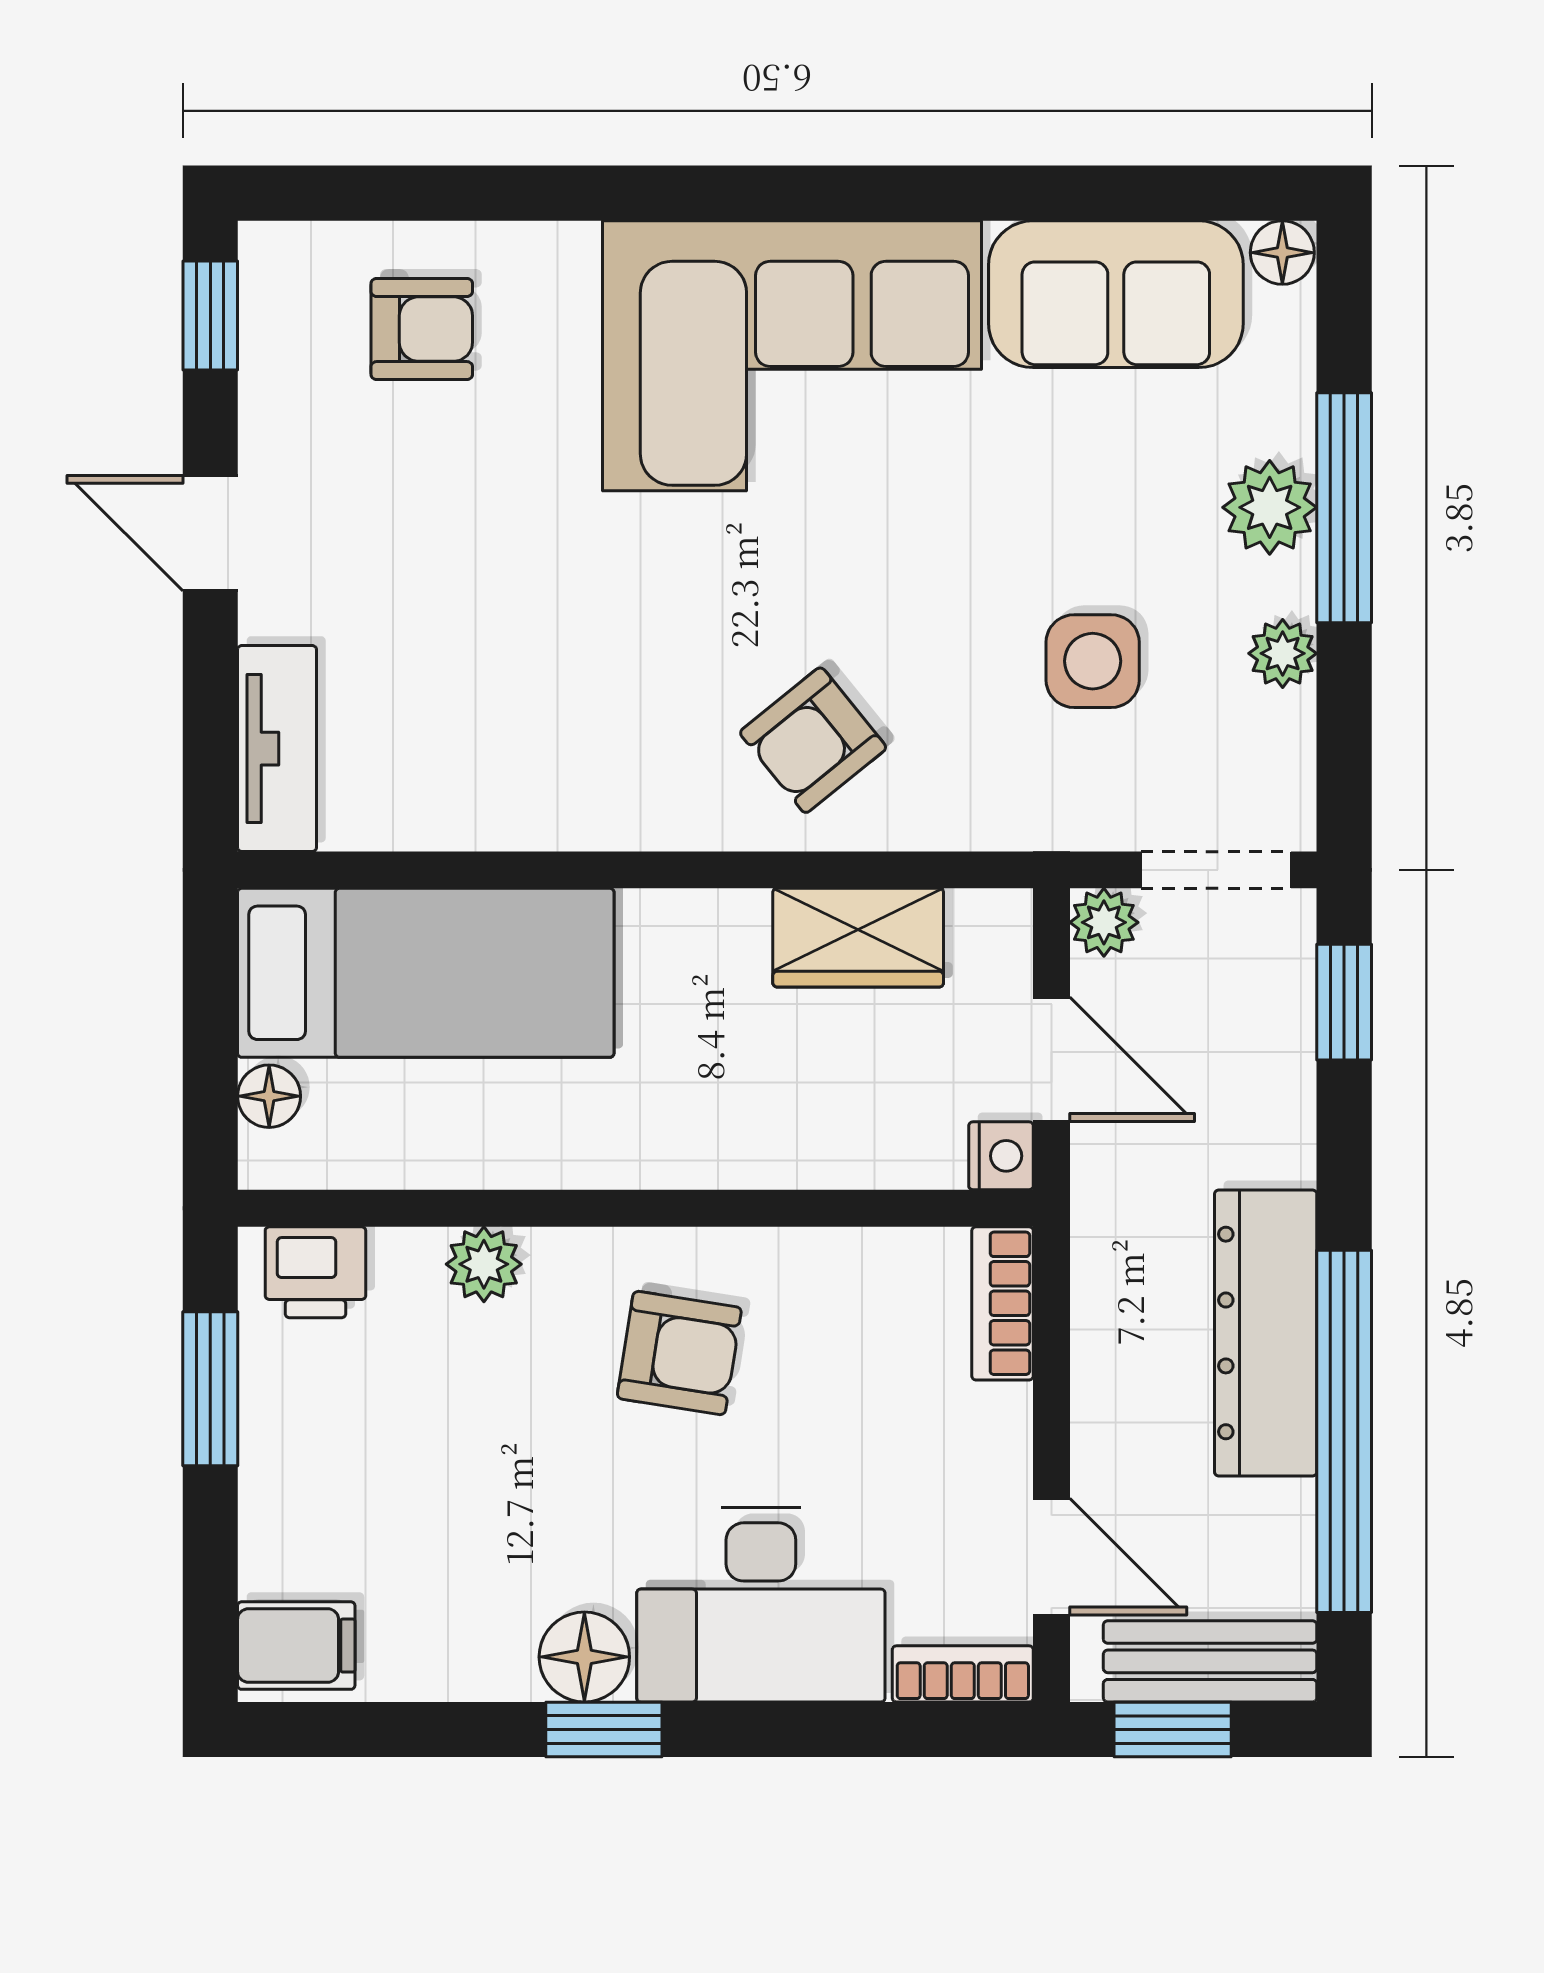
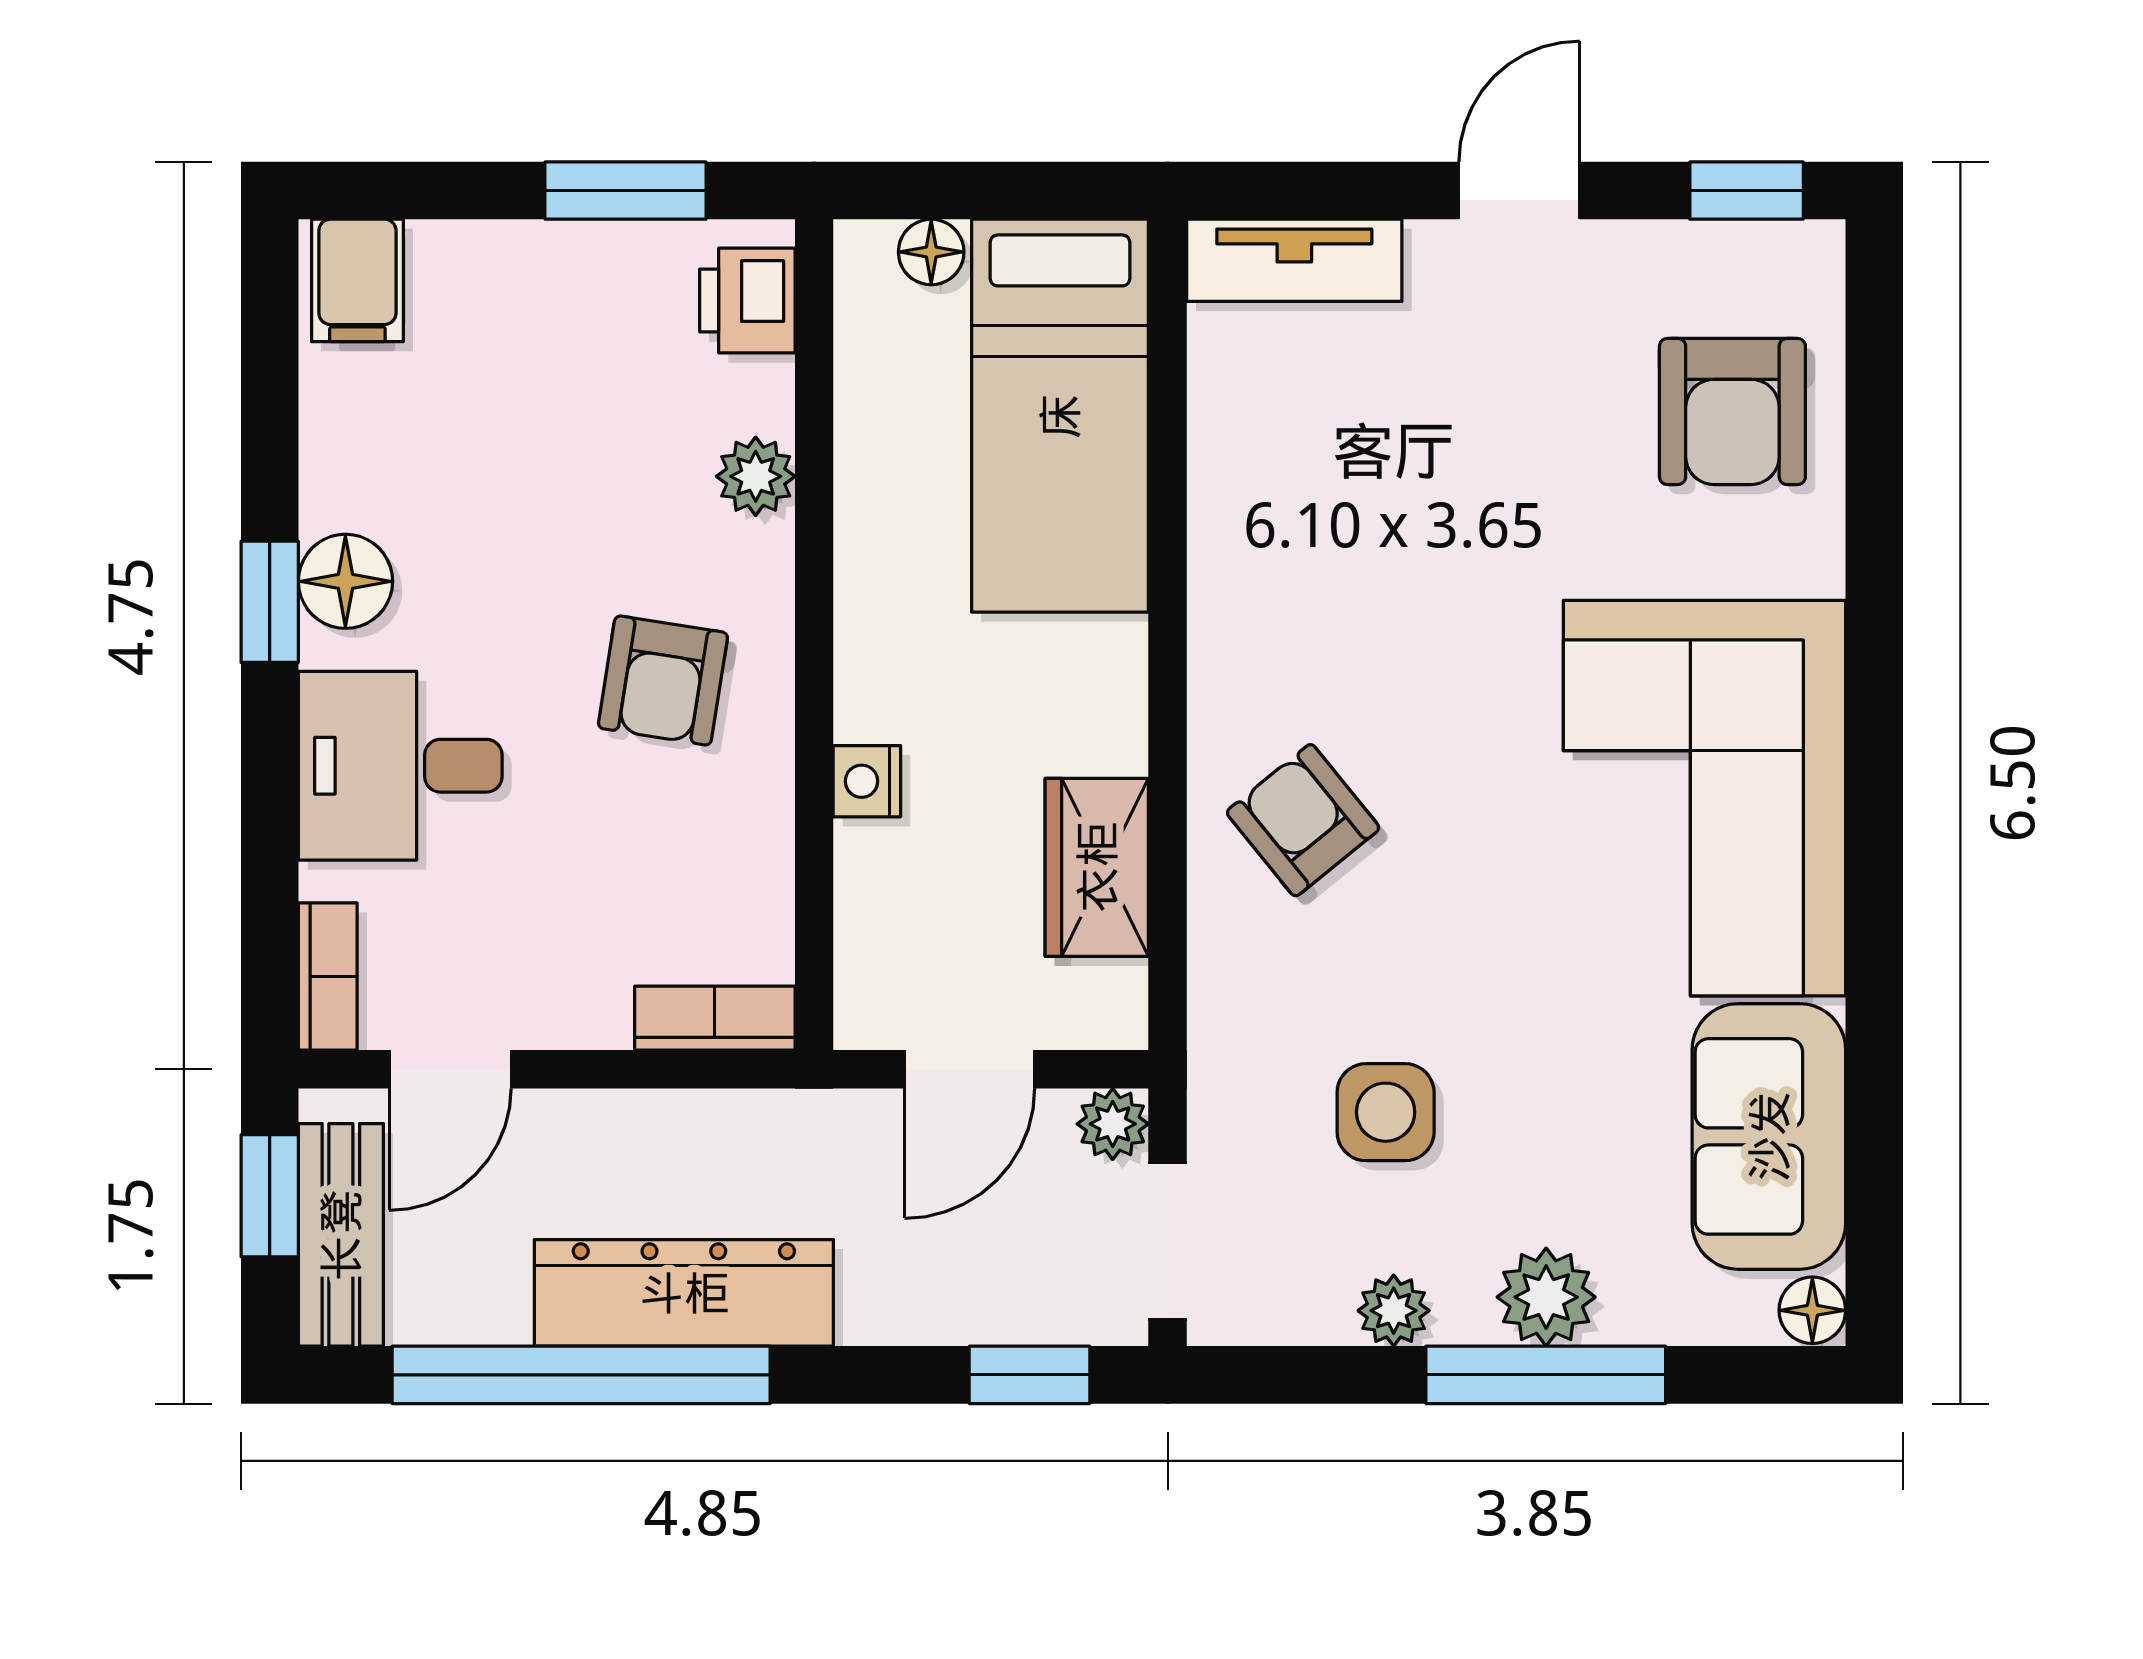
armchair: (422, 329) -> (1732, 412), width x1.38, depth x1.38
nightstand: (1001, 1156) -> (867, 781), moved, turned 90
desk: (761, 1605) -> (400, 766), width x0.73

